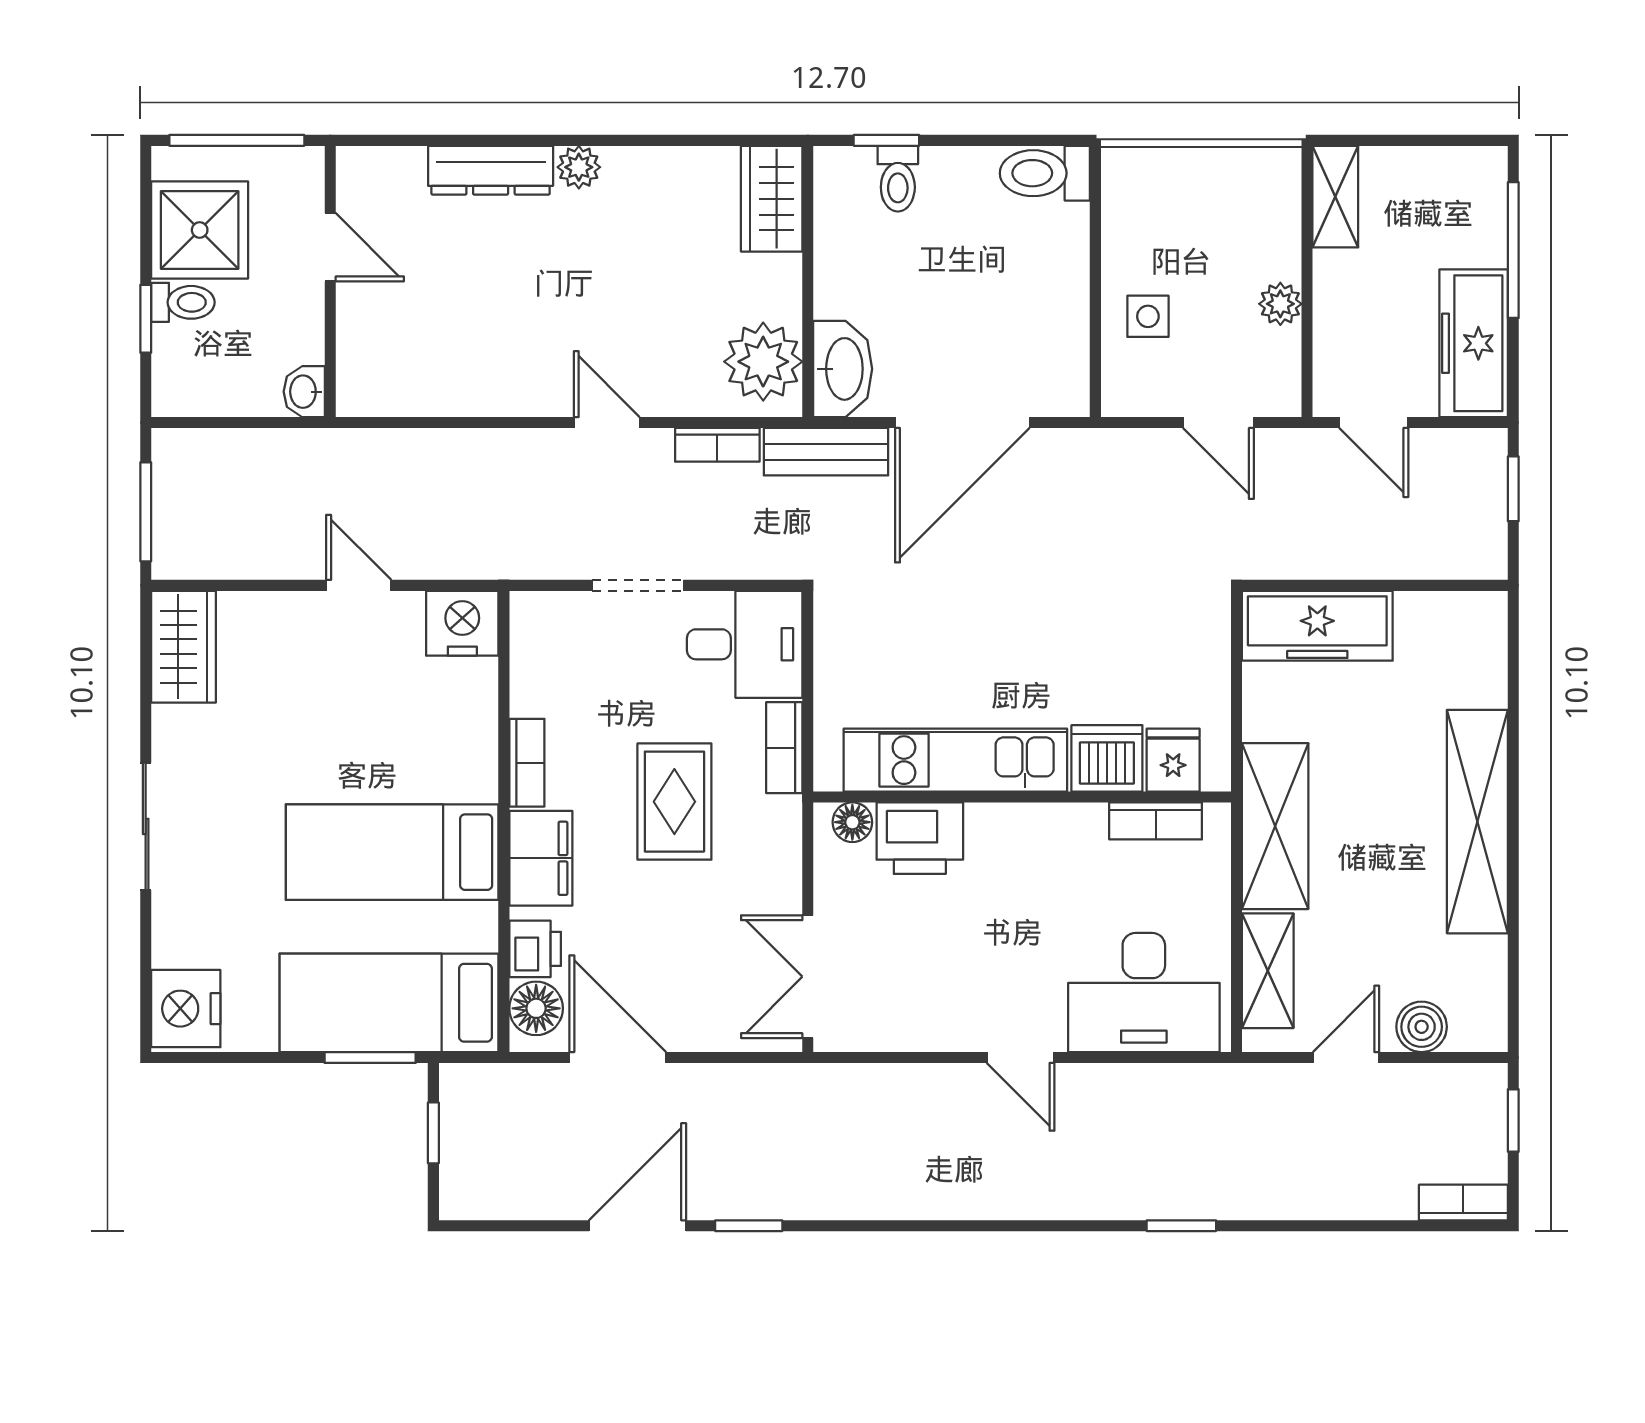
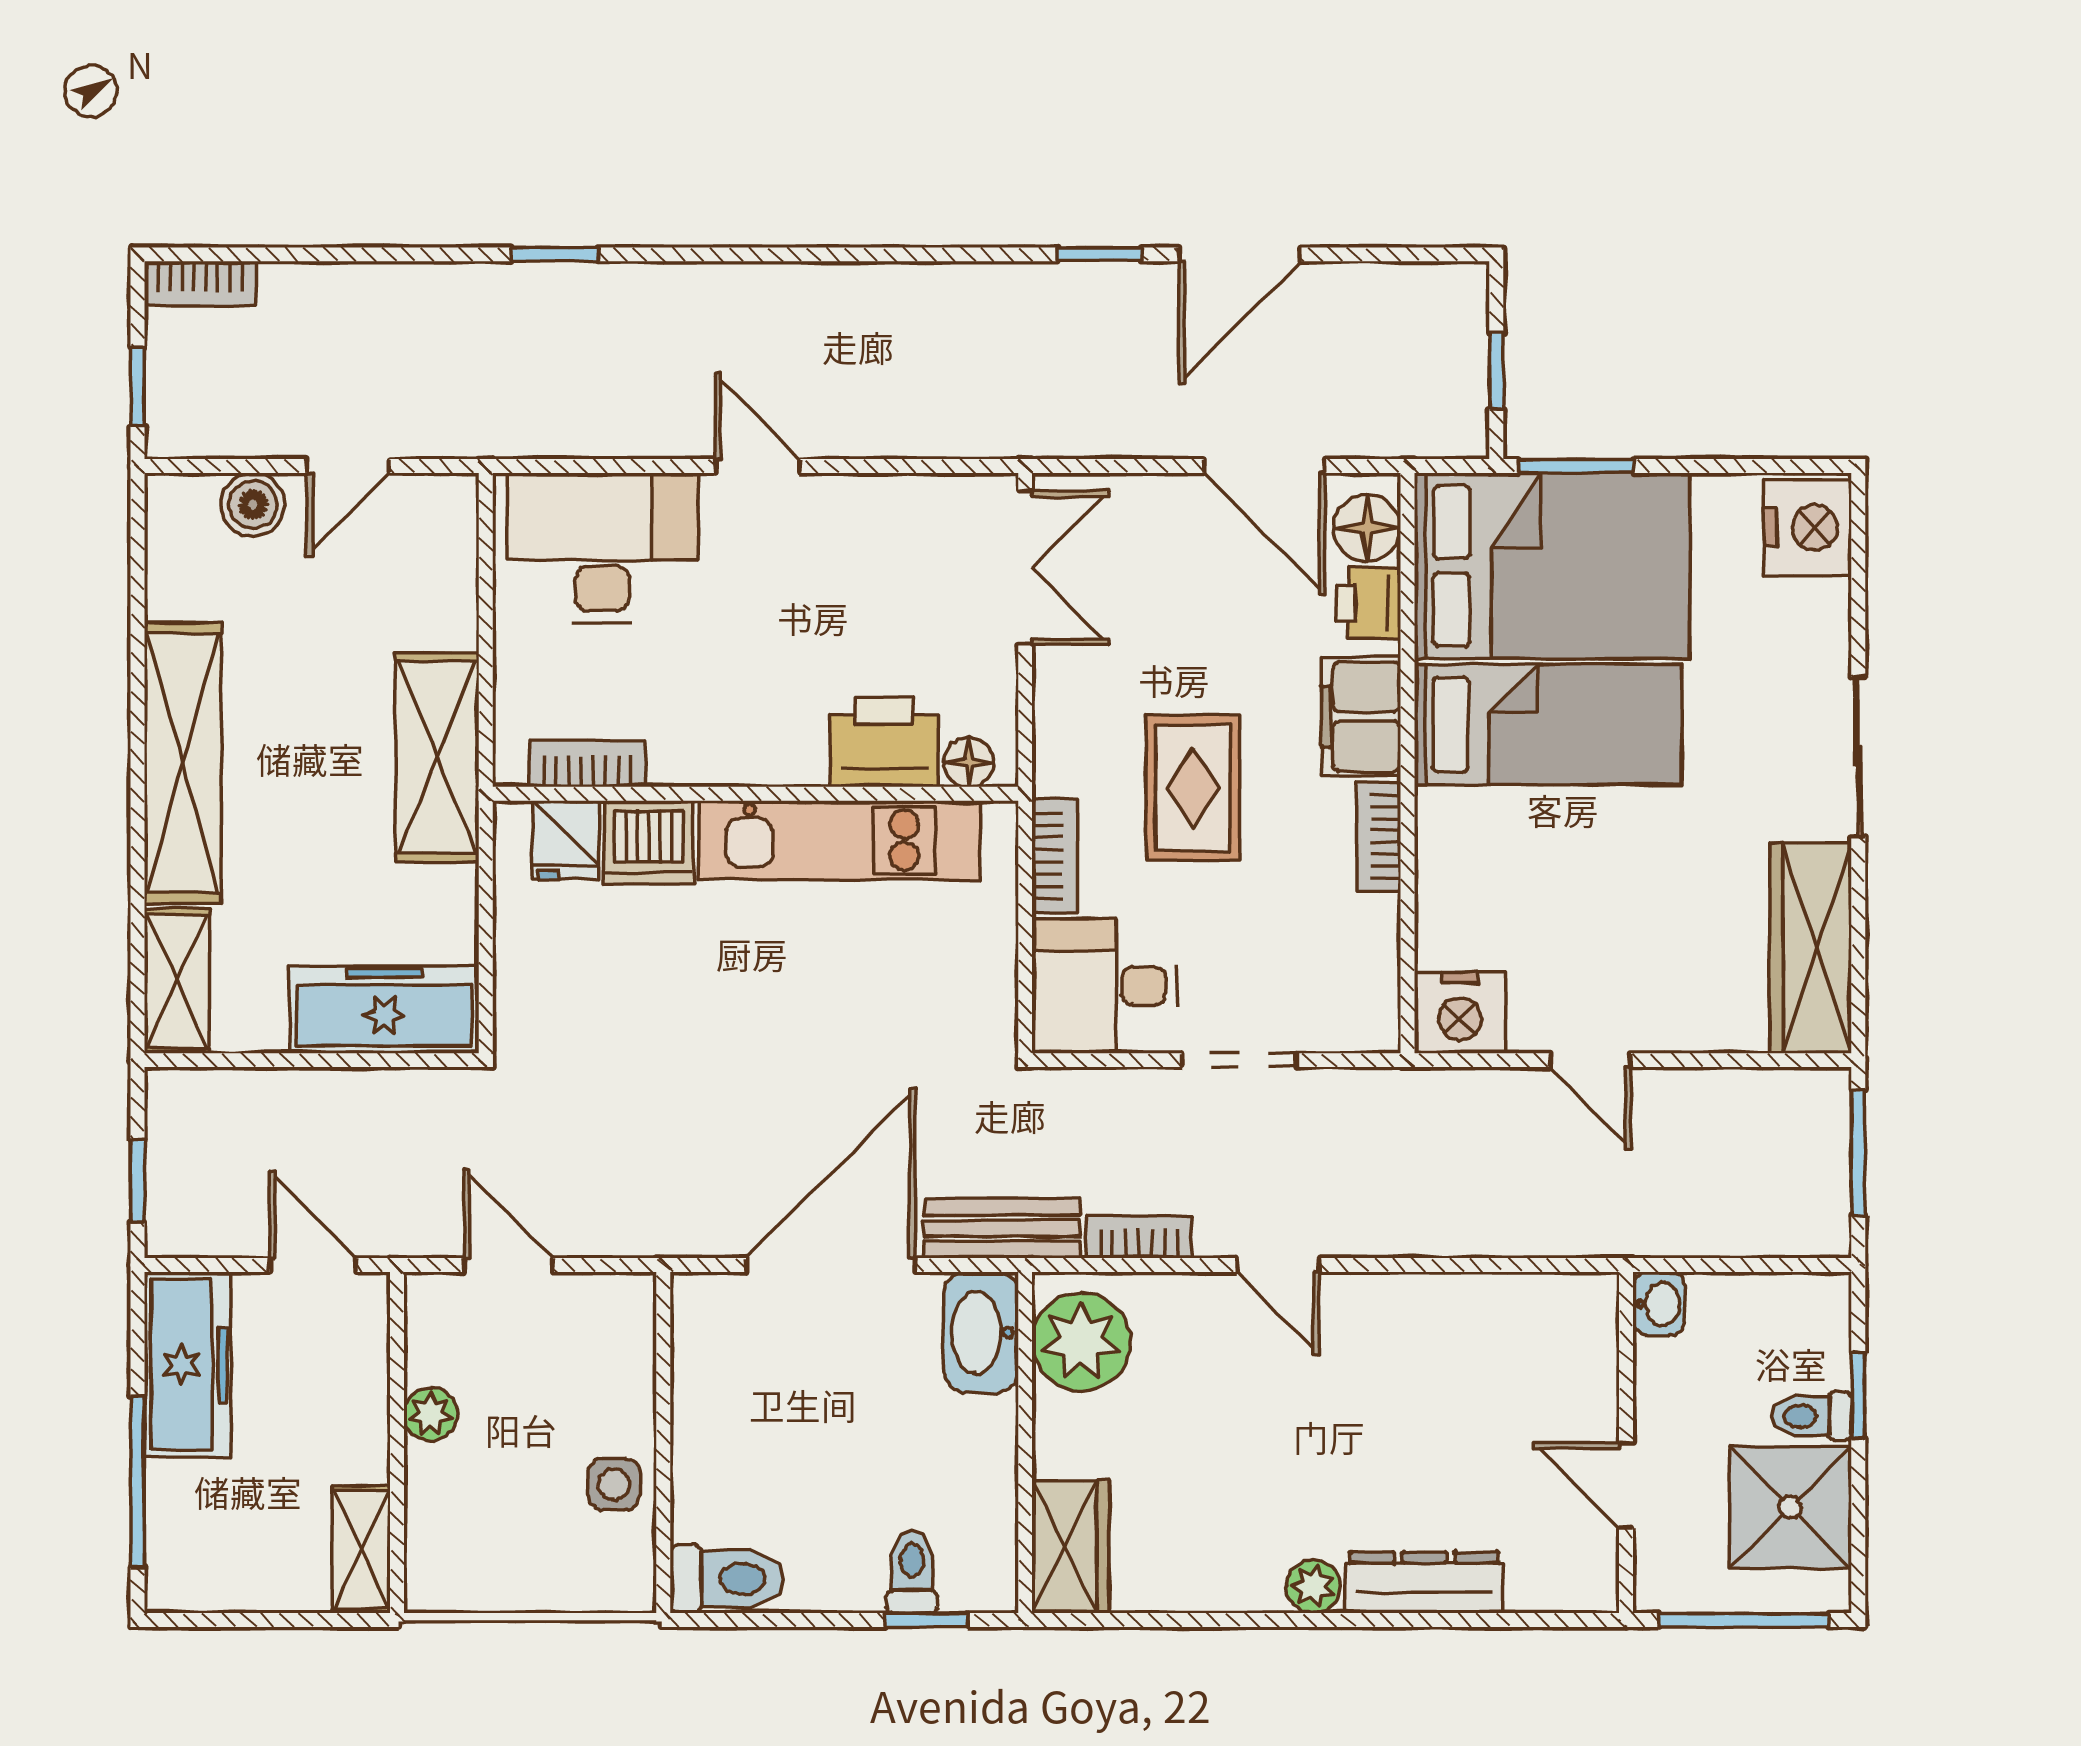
side table: (1148, 316) -> (614, 1484), moved
wardrobe: (184, 647) -> (1811, 948), width x1.50
shelving: (1268, 971) -> (177, 981), moved
bed: (389, 1003) -> (1552, 566), width x1.50

